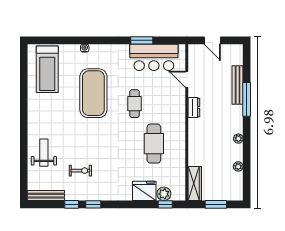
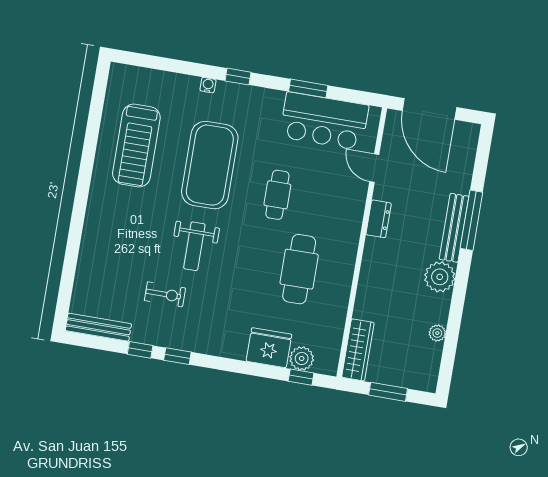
window: (101, 40) -> (238, 77), added
door: (212, 40) -> (429, 109), width x1.87
treadmill: (47, 69) -> (136, 145), moved
bench: (238, 85) -> (454, 228), moved
plant: (238, 139) -> (440, 277), width x1.88, depth x1.88
weight bench: (44, 153) -> (194, 246), moved, turned 180

